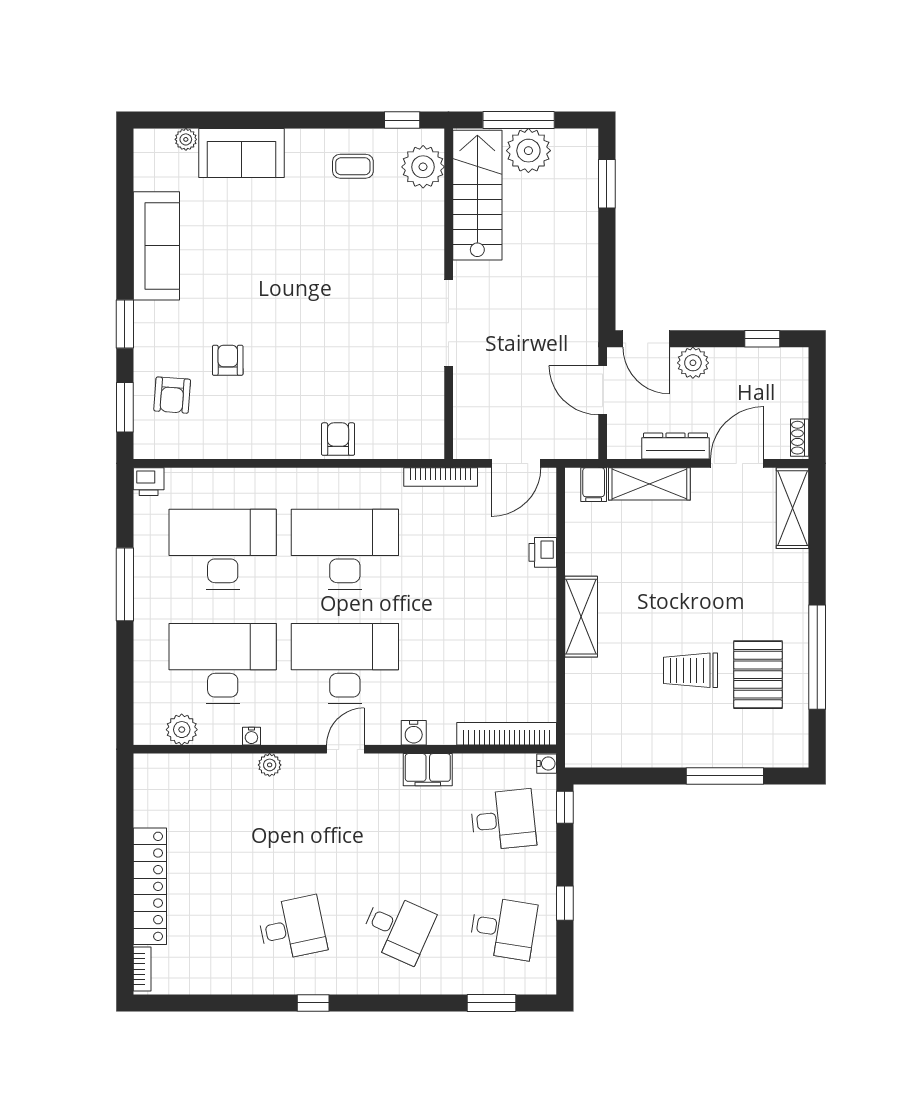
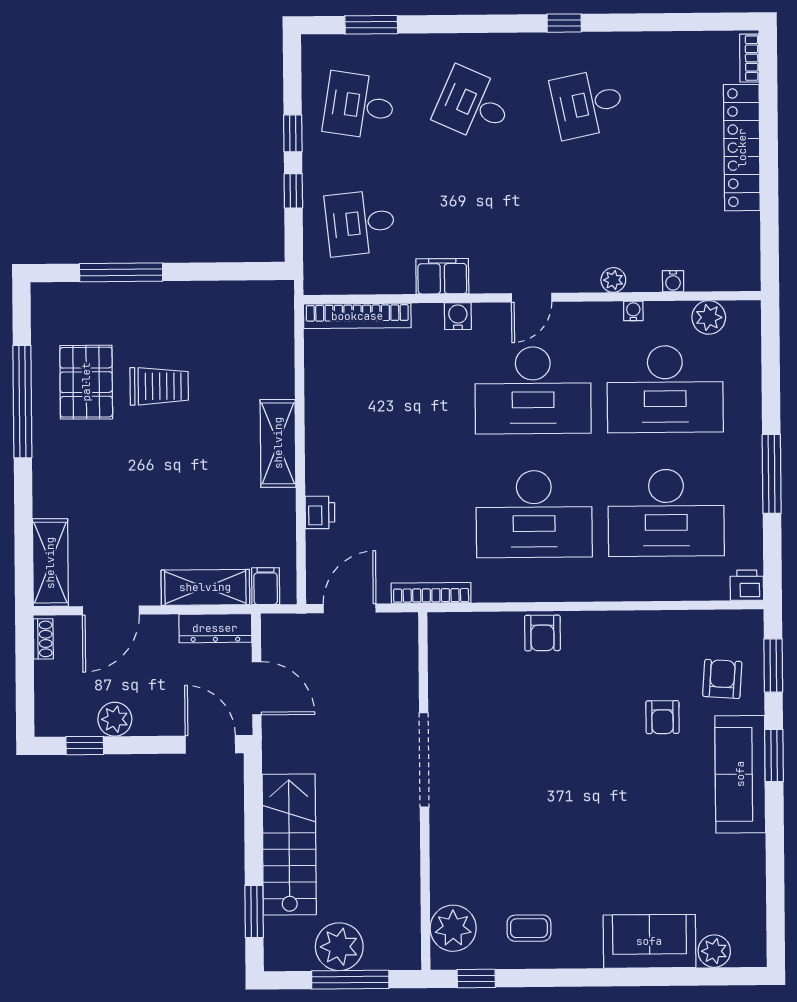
plant: (186, 139) -> (714, 951), width x1.38, depth x1.38
stairs: (477, 195) -> (289, 845), moved, turned 180
sofa: (156, 246) -> (740, 774), moved
plant: (693, 363) -> (115, 719), moved
dresser: (675, 446) -> (215, 628), moved
water cooler: (547, 764) -> (673, 281), moved, turned -90
window: (565, 807) -> (293, 191), moved

